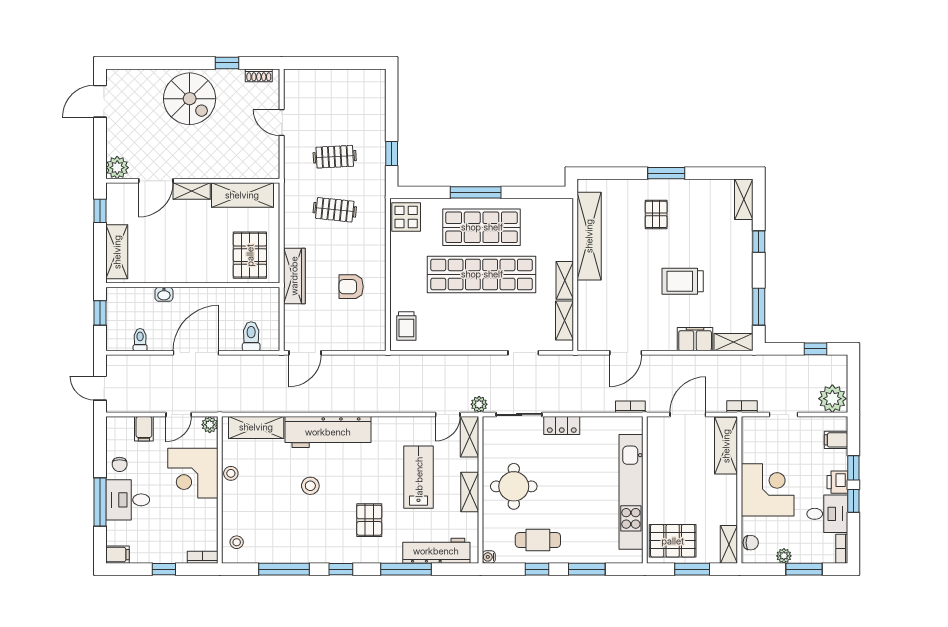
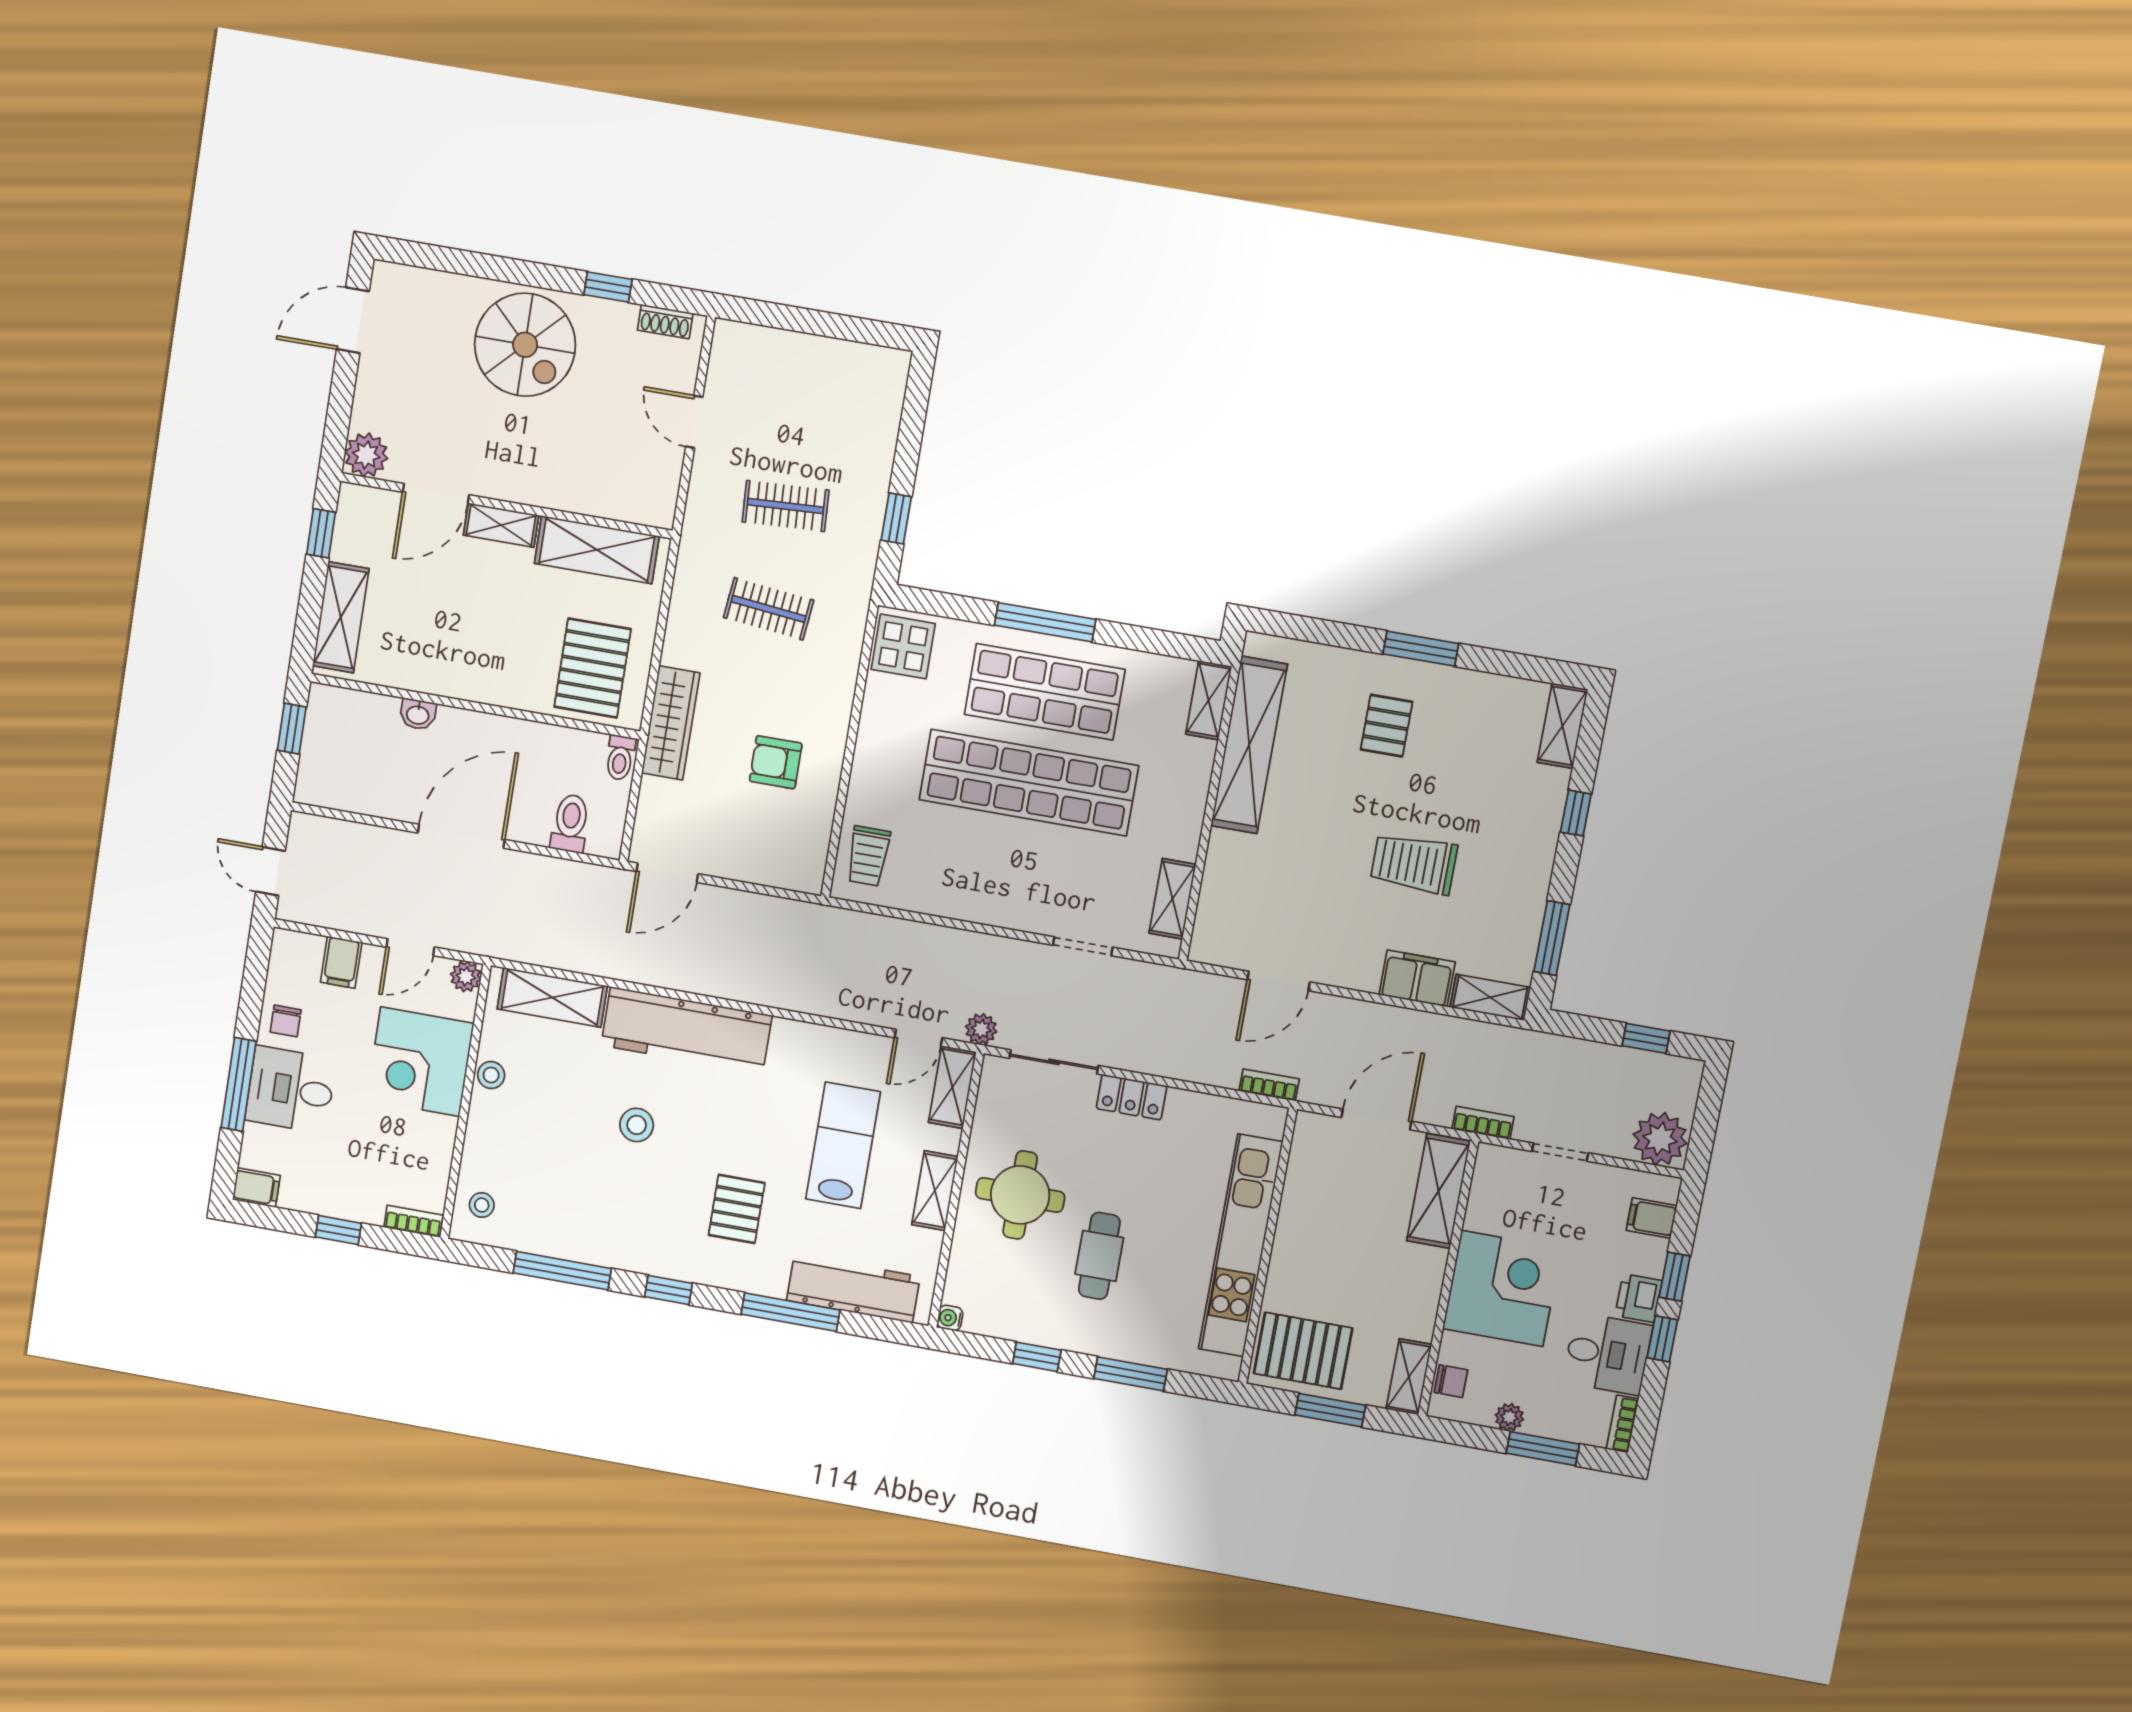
shelving: (565, 280) -> (1209, 700), moved
toilet: (140, 340) -> (620, 758), moved, turned 180
cafe table: (538, 540) -> (1099, 1256), moved, turned 90

